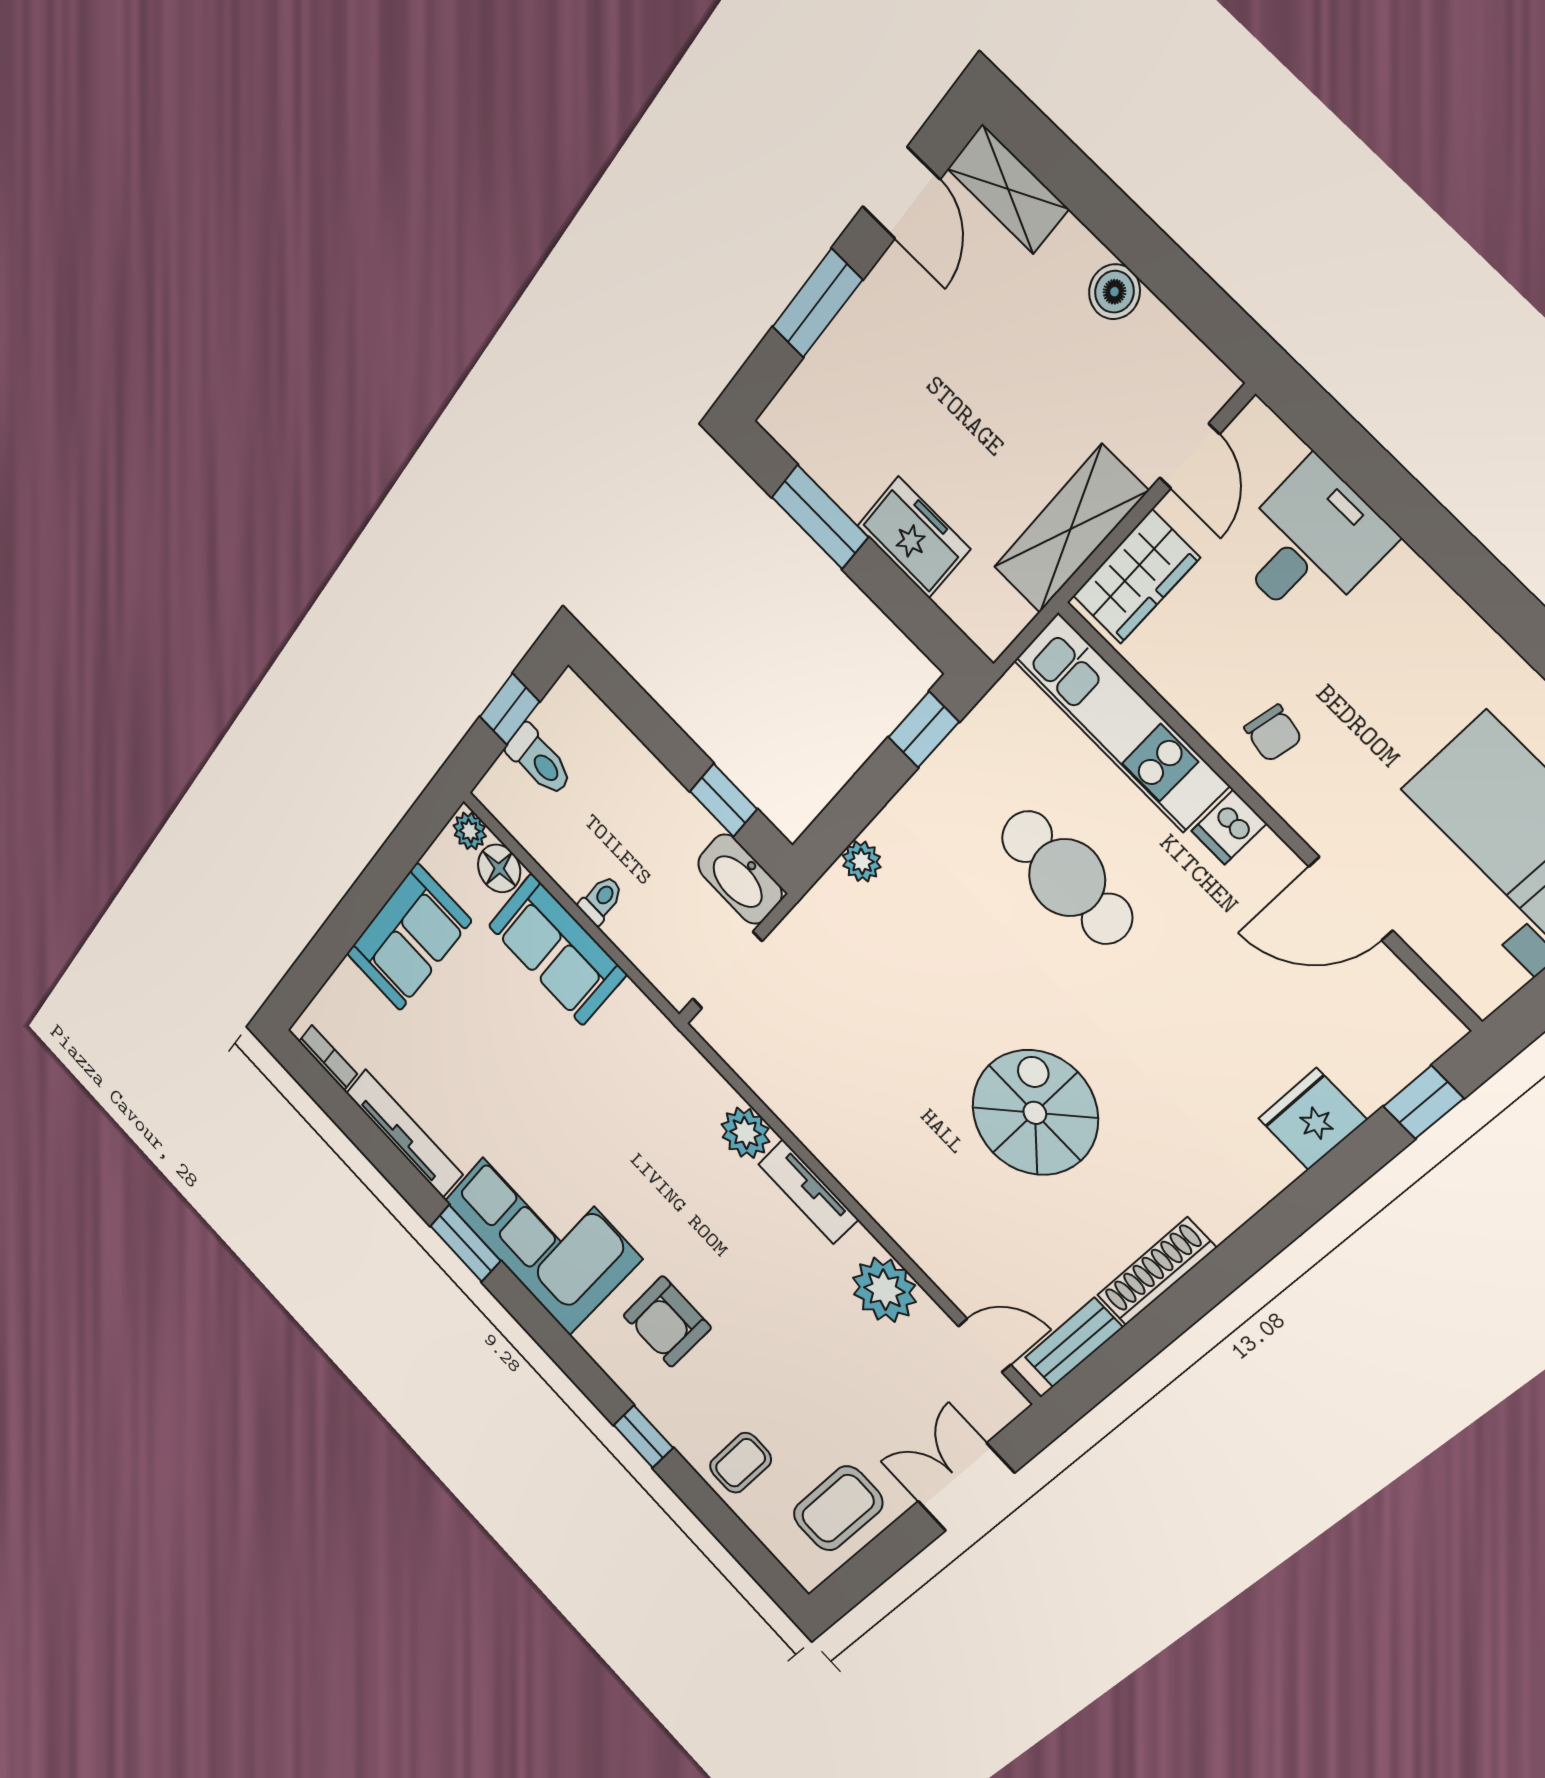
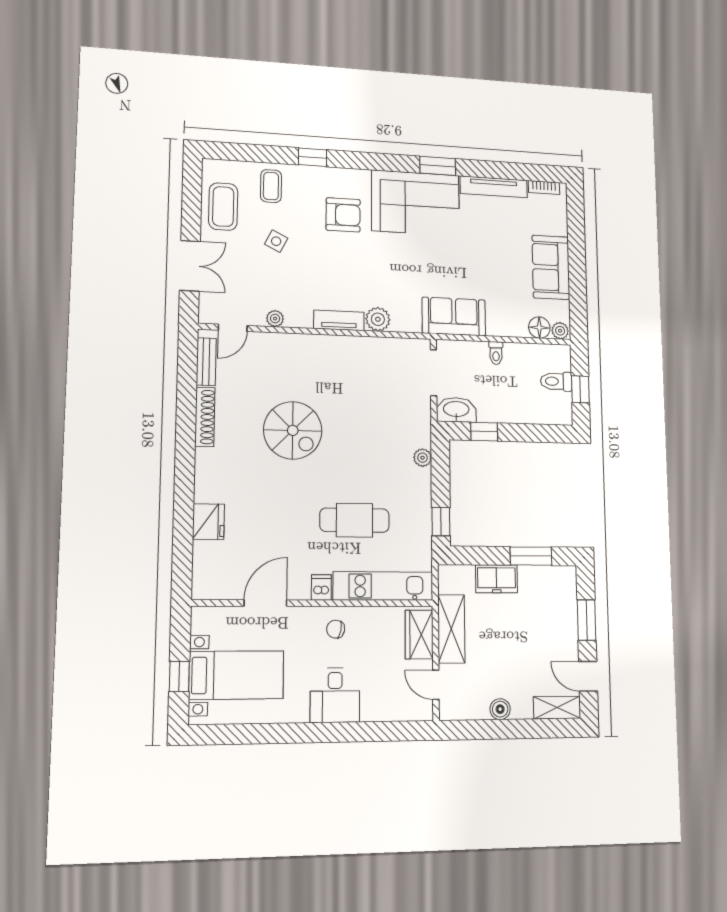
desk: (1310, 544) -> (335, 695), moved
sofa: (557, 950) -> (454, 316), moved
window: (1423, 1102) -> (182, 563), removed
plant: (884, 1290) -> (275, 319), width x0.53, depth x0.53
armchair: (667, 1322) -> (343, 215), turned 90
side table: (802, 1389) -> (276, 241), added

